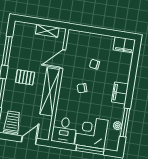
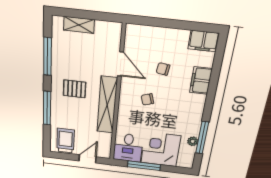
shelving: (47, 31) -> (79, 25), moved
door: (63, 59) -> (120, 64), swing flipped
filing cabinet: (120, 93) -> (201, 80), moved
window: (90, 150) -> (144, 166), moved

